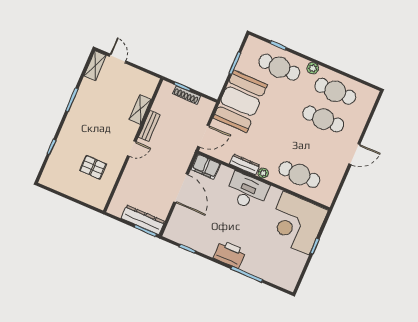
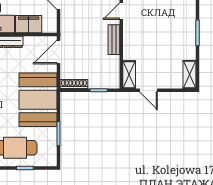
door: (118, 59) -> (148, 90), moved
shoe rack: (186, 95) -> (74, 84), moved
shelving: (140, 110) -> (129, 75), moved
filing cabinet: (206, 167) -> (29, 24), moved

